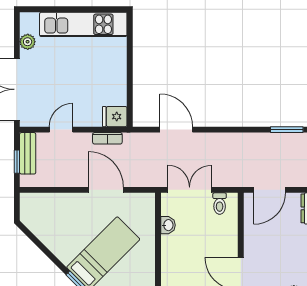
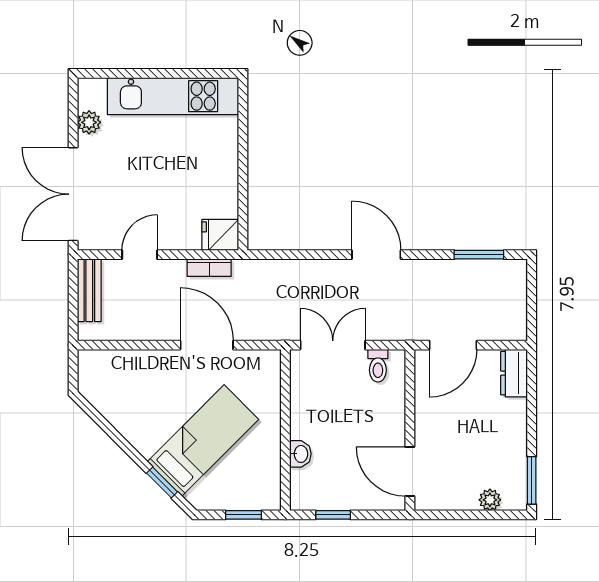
door: (176, 130) -> (376, 255), moved
window: (17, 162) -> (73, 303), removed
washbasin: (168, 225) -> (300, 454), moved

